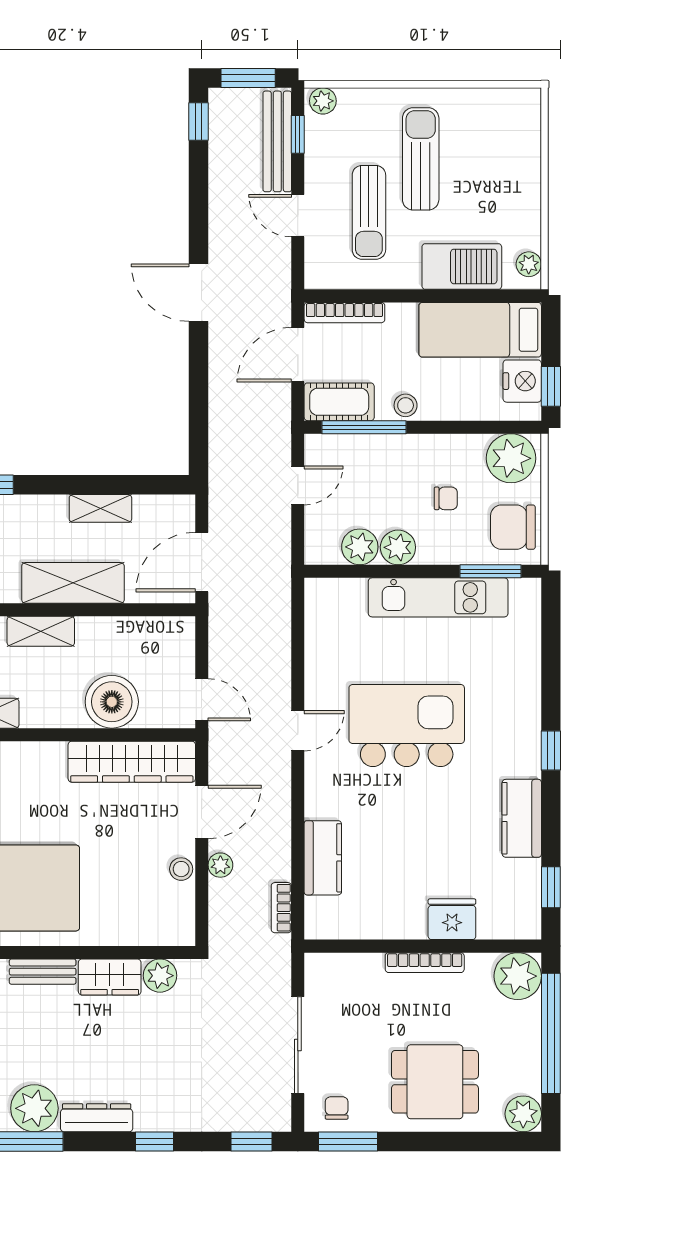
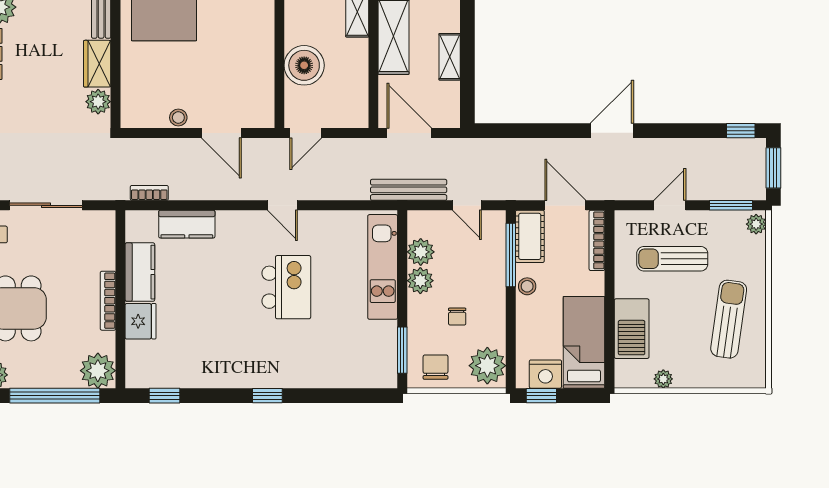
window: (298, 134) -> (731, 205), width x1.50
bench: (277, 141) -> (409, 190), moved
sun lounger: (421, 159) -> (729, 319), moved, turned -82
plant: (529, 264) -> (663, 379), moved
chair: (513, 527) -> (436, 367), width x0.73, depth x0.73
kitchen unit: (438, 597) -> (383, 267), moved
kitchen island: (407, 726) -> (286, 287), width x0.73, depth x0.78
wardrobe: (132, 762) -> (259, 80), removed
kitchen counter: (522, 818) -> (140, 272), moved, turned 90
plant: (220, 865) -> (181, 147), removed

